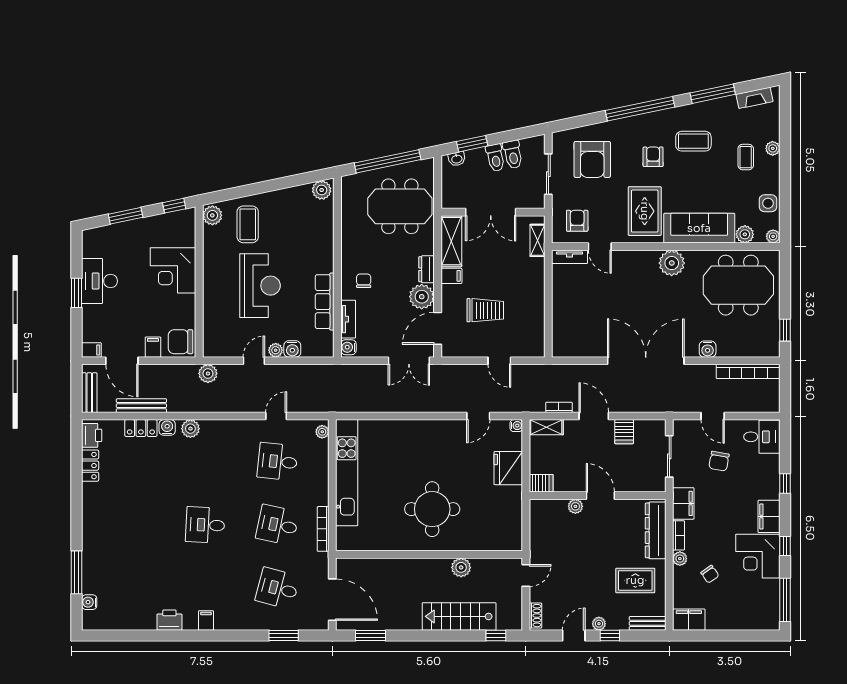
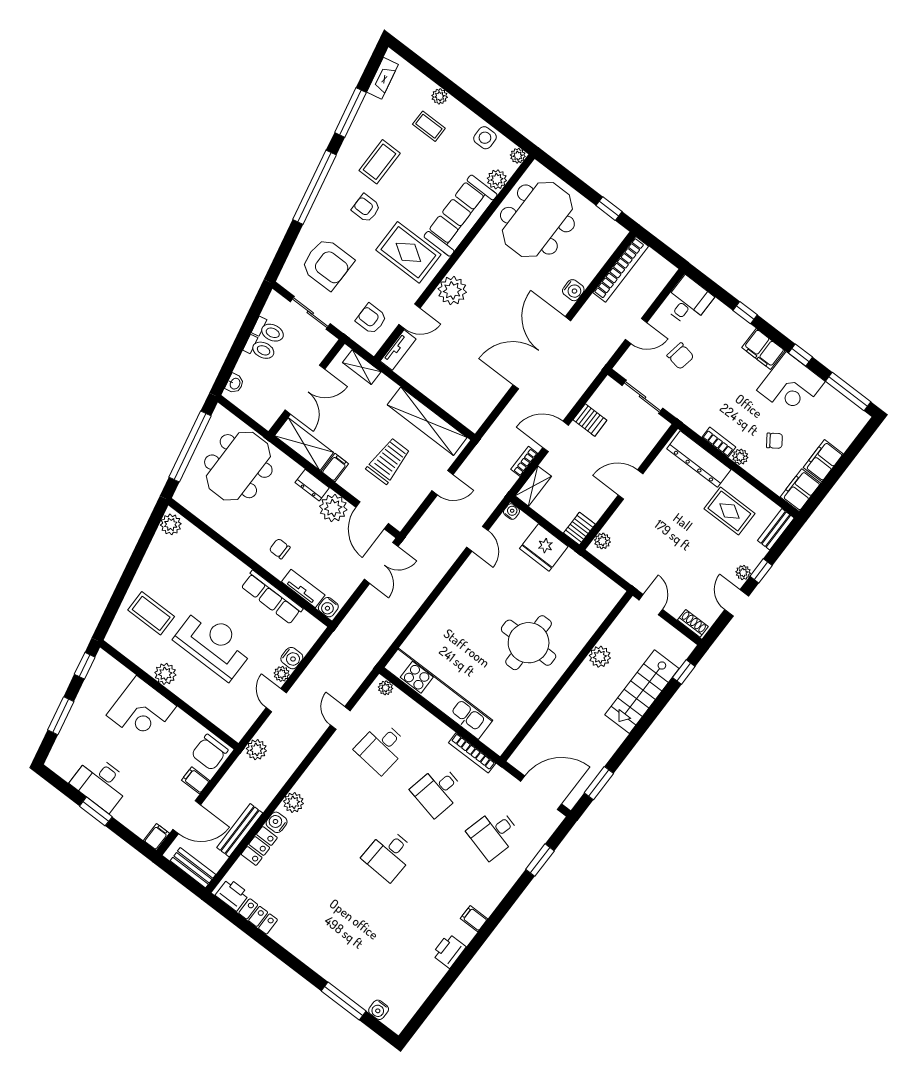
window: (472, 144) -> (232, 360), removed
plant: (212, 215) -> (165, 674), moved
plant: (672, 263) -> (452, 291), moved
shelving: (535, 316) -> (427, 421), added
filing cabinet: (683, 503) -> (823, 461), moved, turned -90
plant: (575, 506) -> (602, 541), moved
rug: (635, 580) -> (729, 511), turned 90

